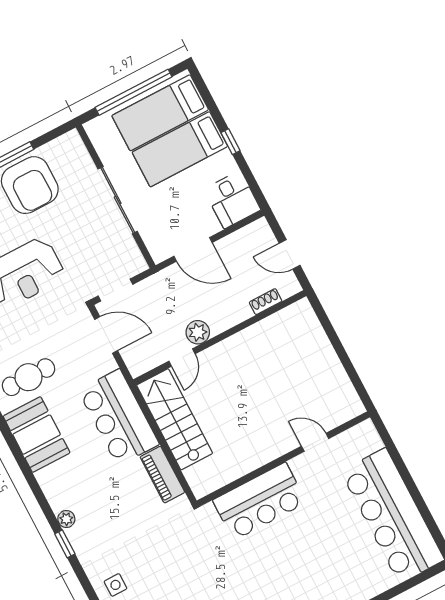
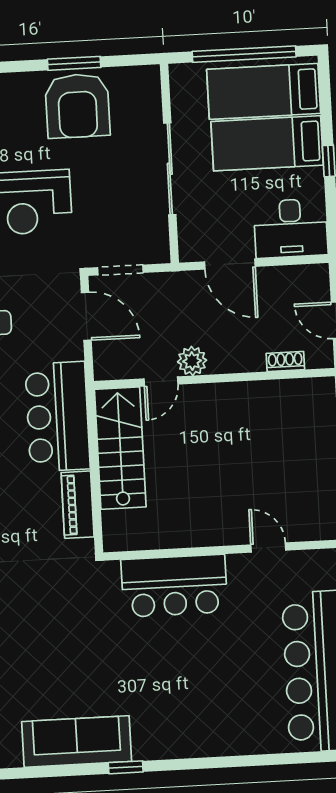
desk: (232, 200) -> (291, 228), width x1.37

